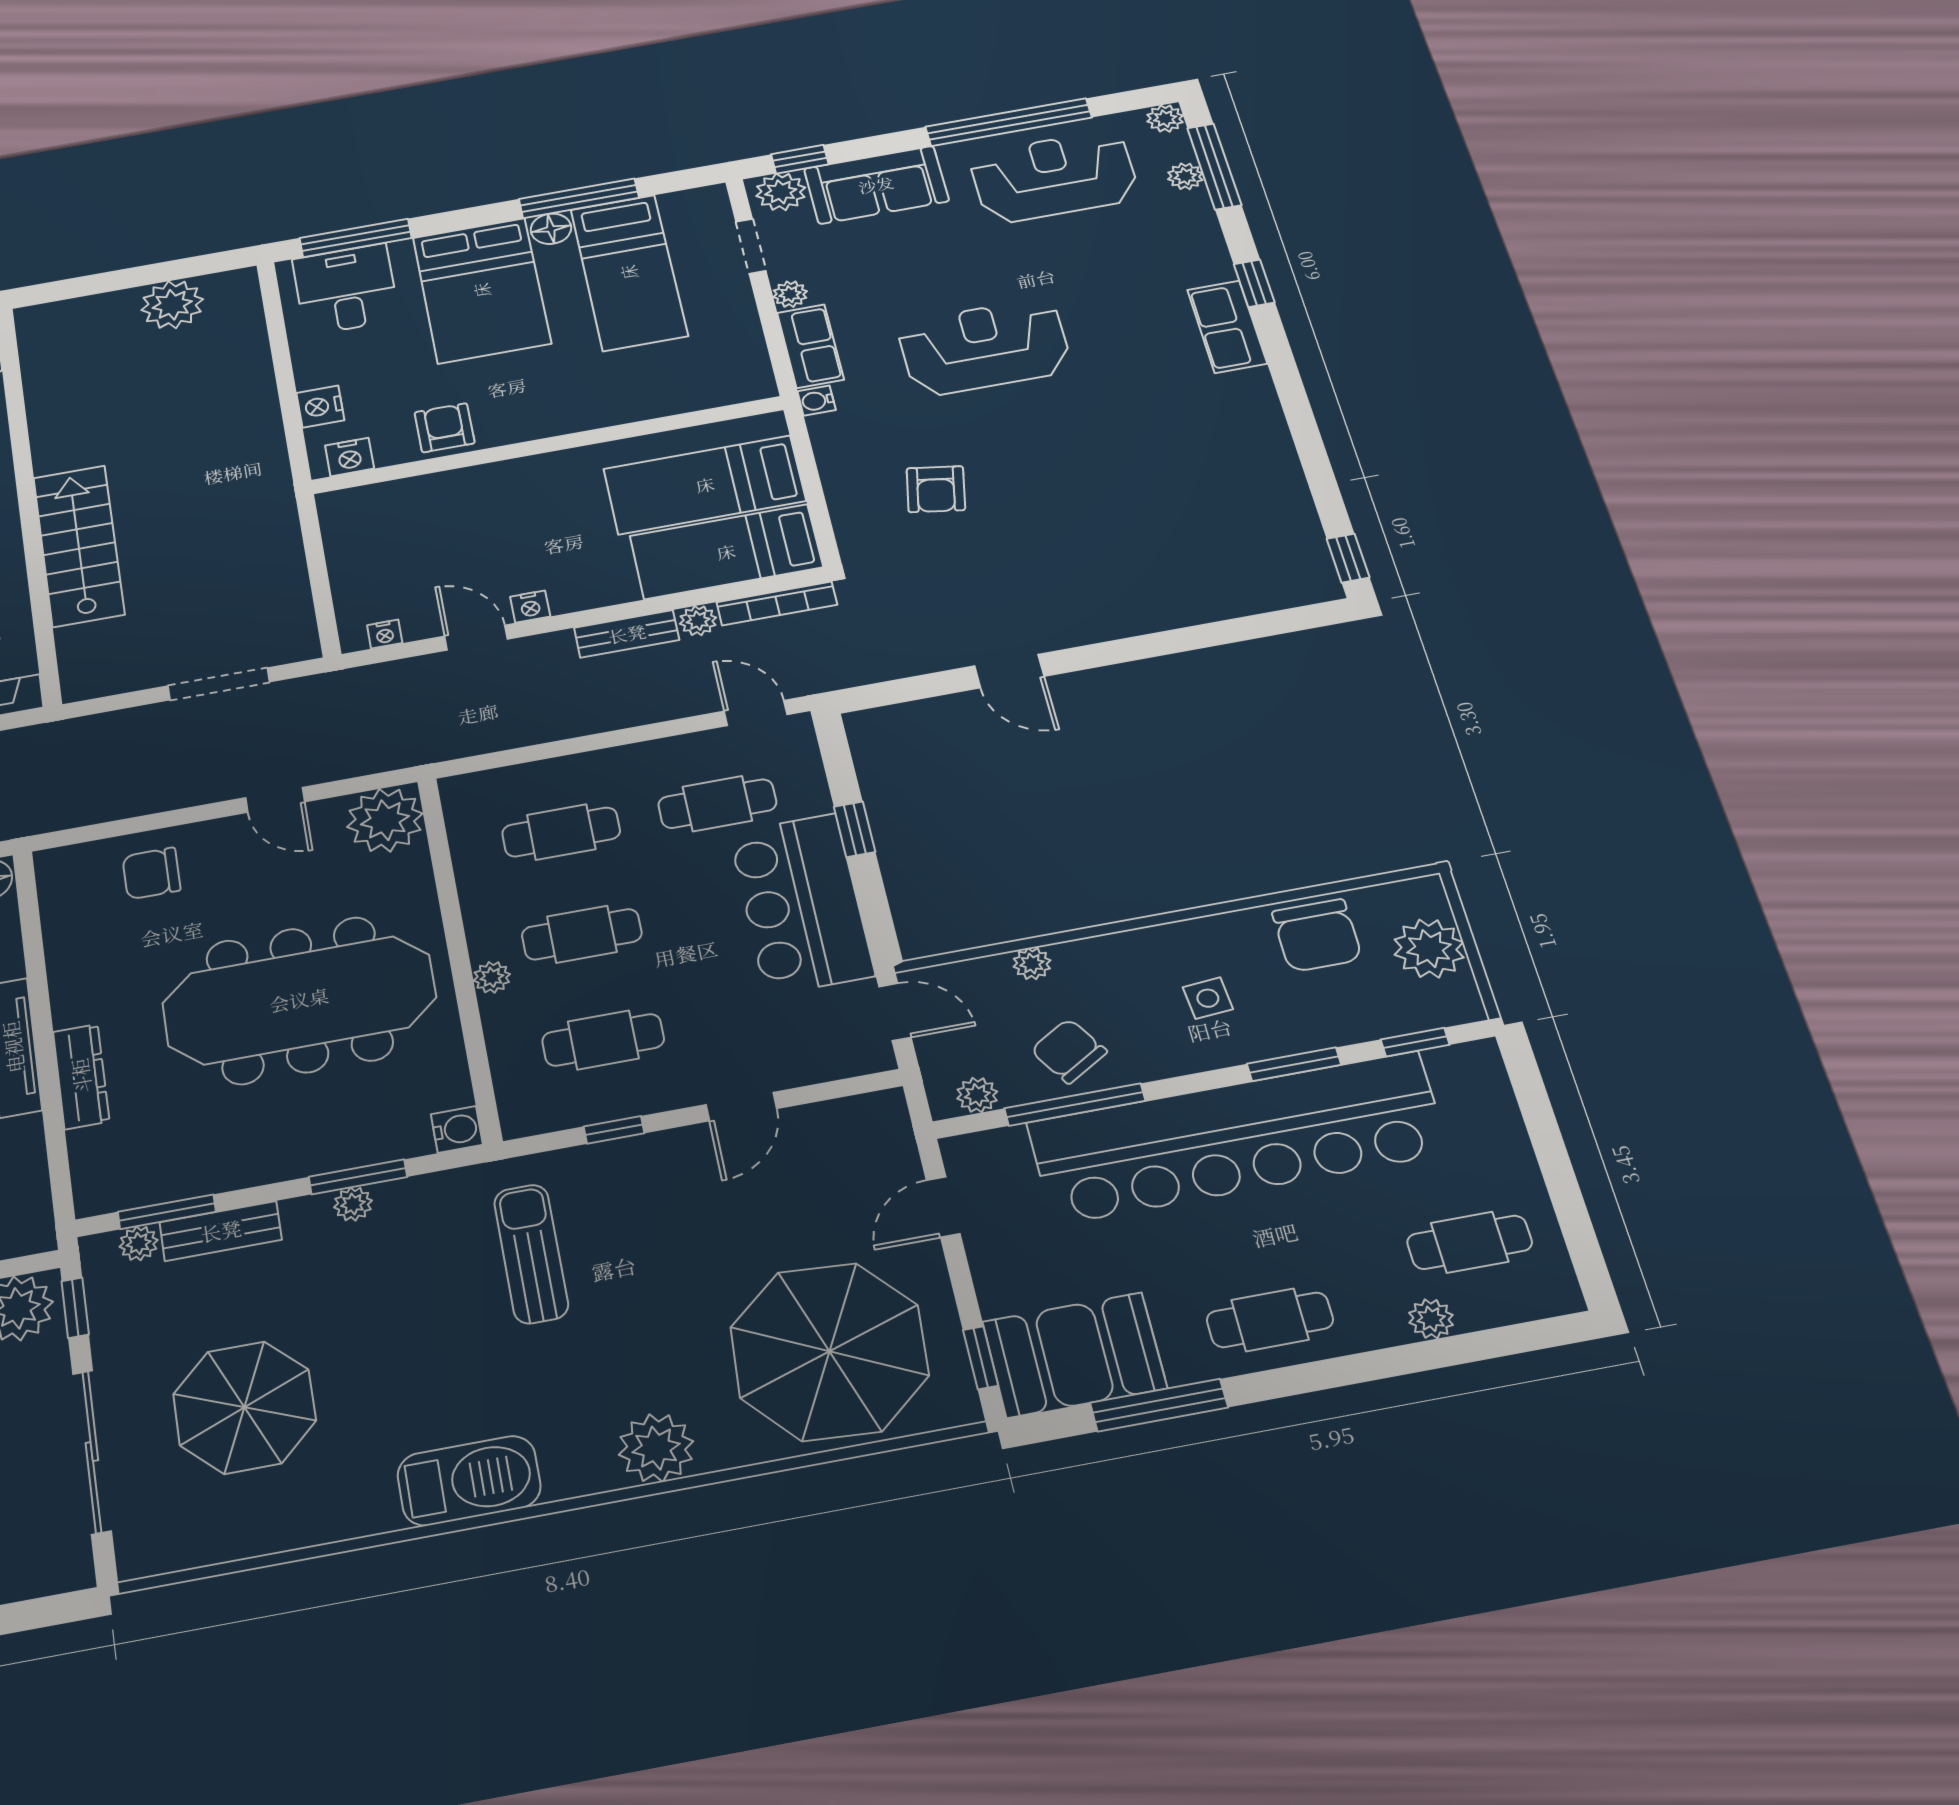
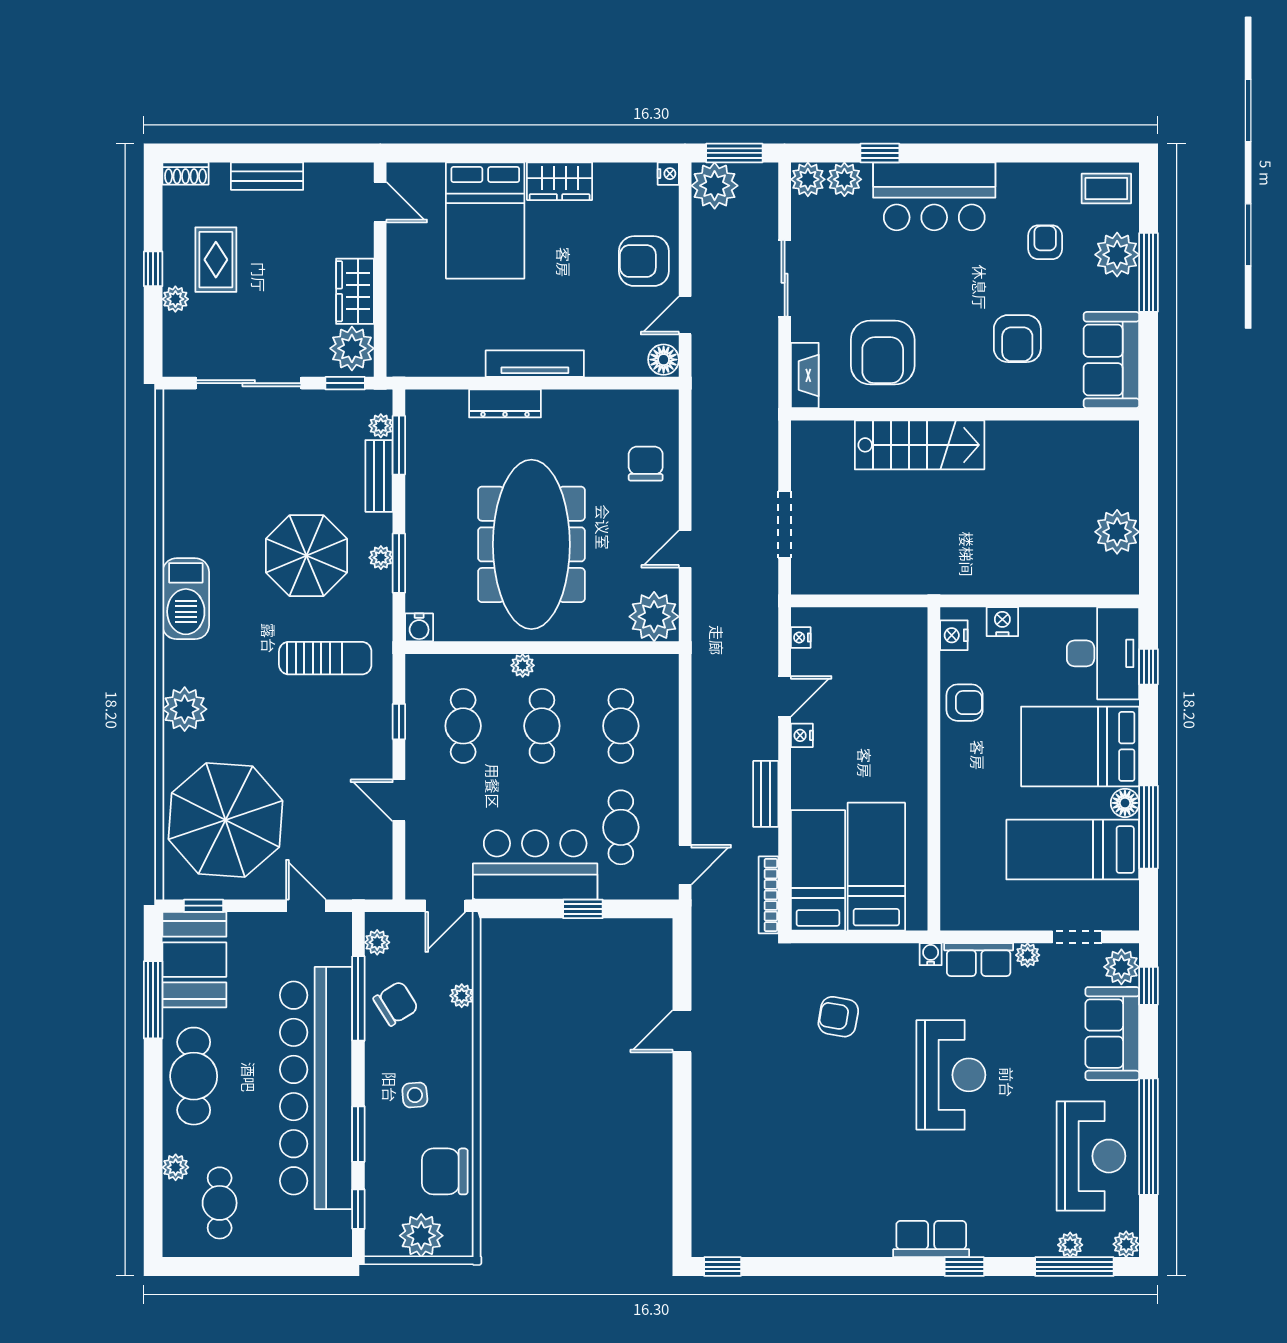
window: (356, 238) -> (1149, 667), width x0.46
desk: (346, 289) -> (1103, 653), width x1.37
plant: (698, 621) -> (766, 842), removed
cafe table: (1270, 1320) -> (194, 1076), width x1.37, depth x1.35
parasol: (244, 1407) -> (306, 556), moved

